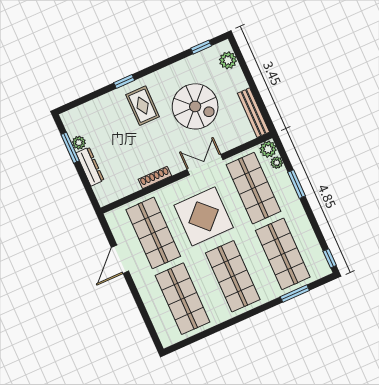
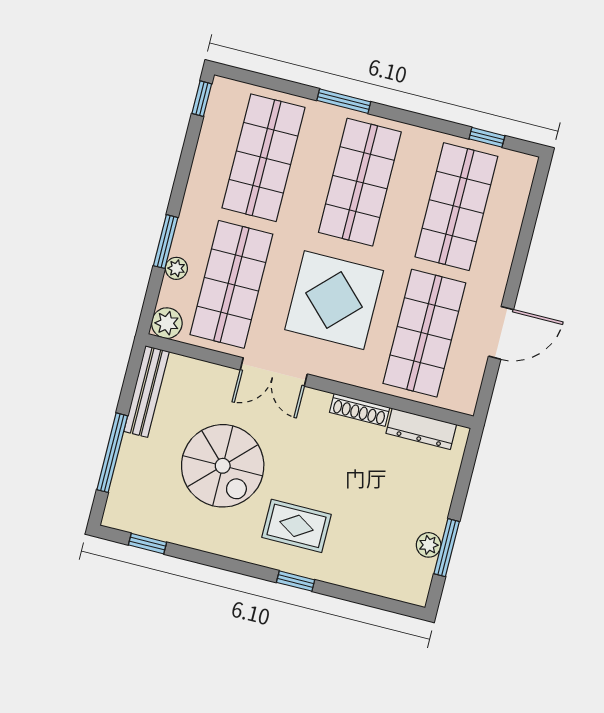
plant: (228, 60) -> (124, 495), removed
window: (247, 74) -> (112, 453), added
rug: (143, 106) -> (297, 526), turned 90
spiral stairs: (195, 106) -> (223, 466), turned 180
plant: (277, 163) -> (176, 268), moved
dresser: (90, 167) -> (421, 429), moved, turned -90
window: (295, 294) -> (344, 101), moved
window: (193, 339) -> (487, 137), added

